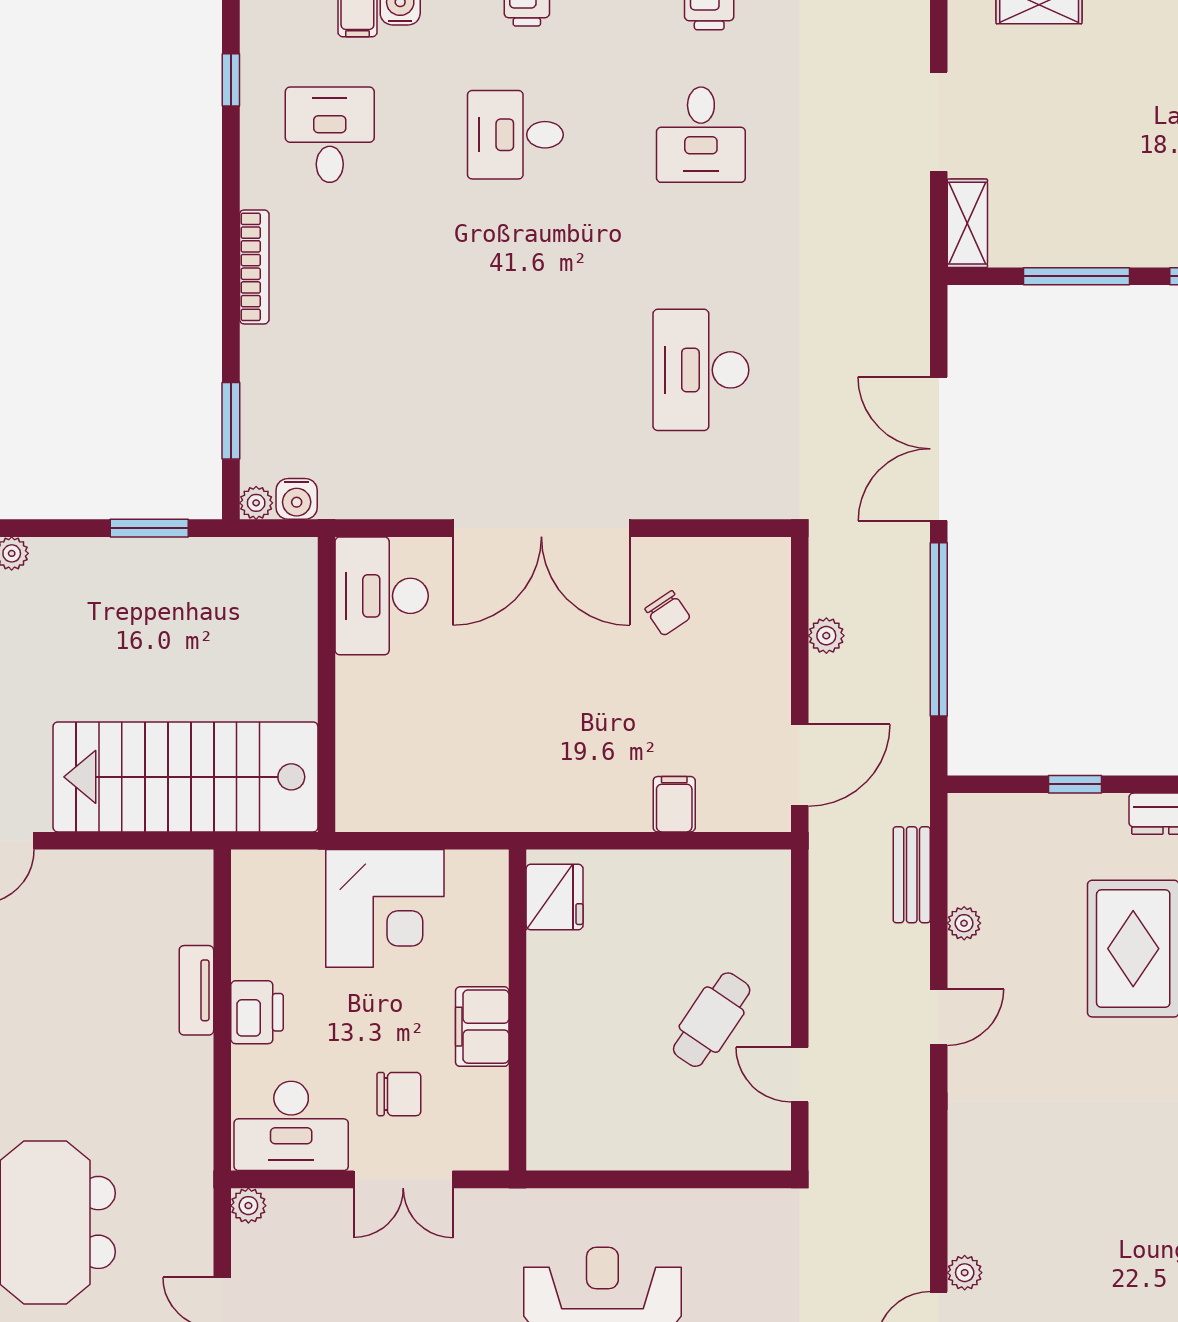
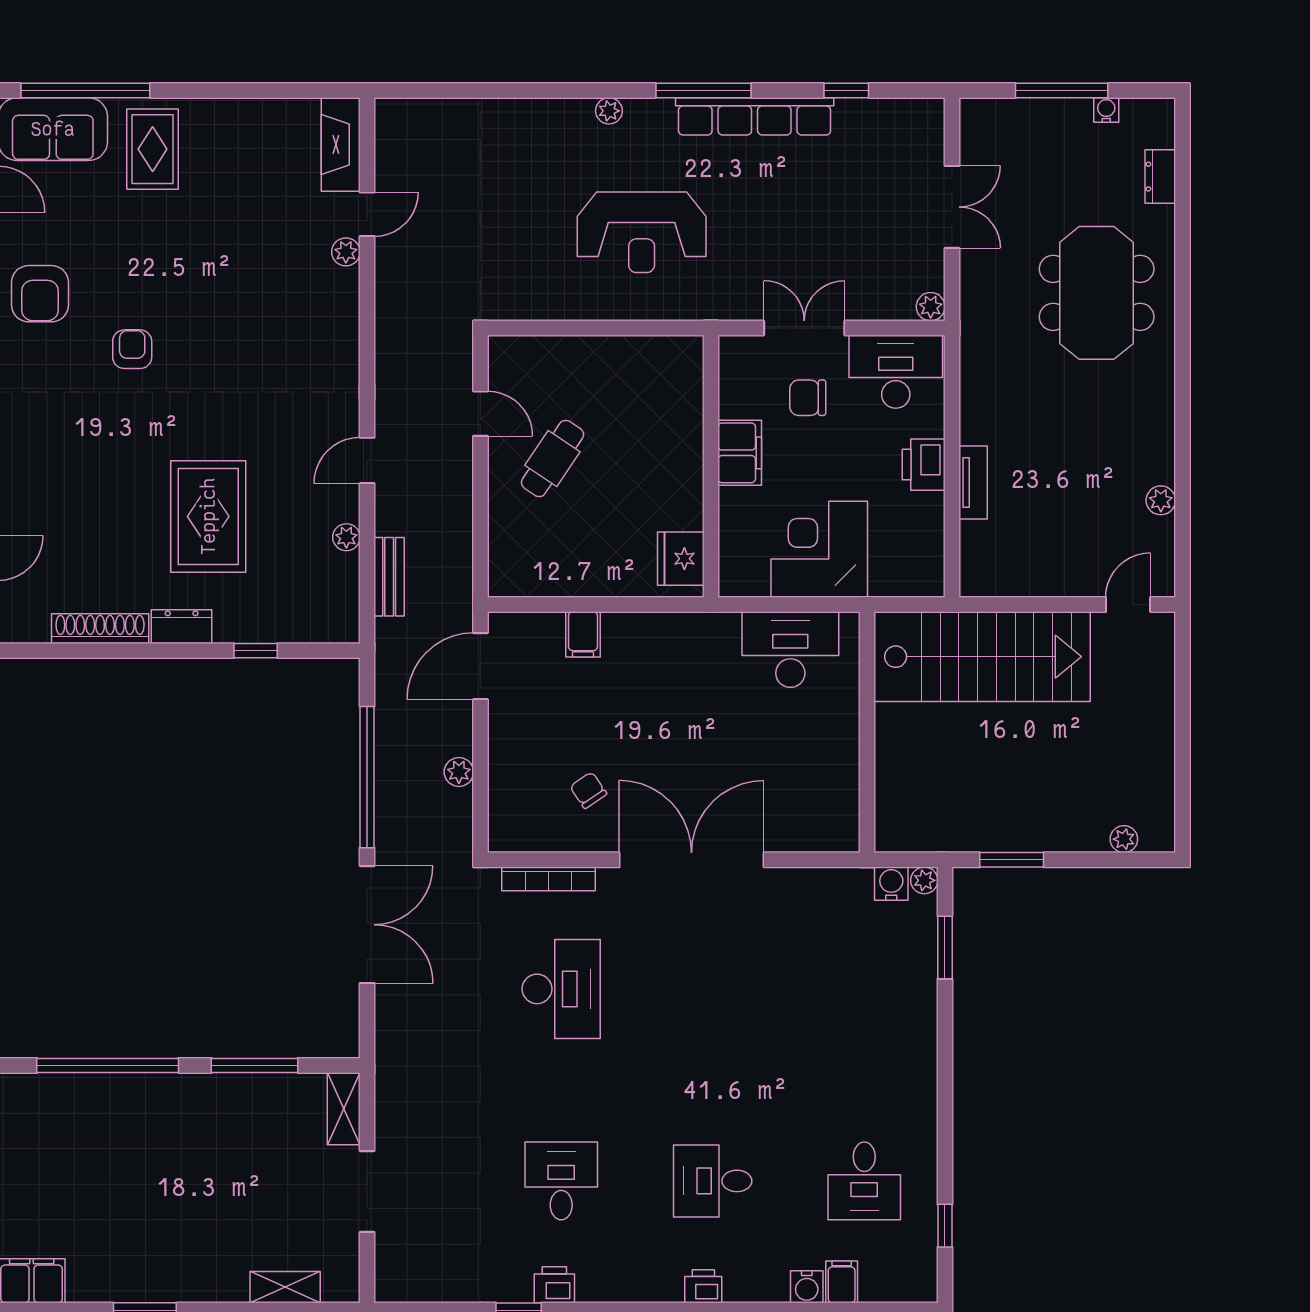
desk: (515, 135) -> (713, 1181), turned 180
bookcase: (254, 267) -> (549, 879), moved, turned -90
desk: (382, 596) -> (790, 650), moved, turned -90

